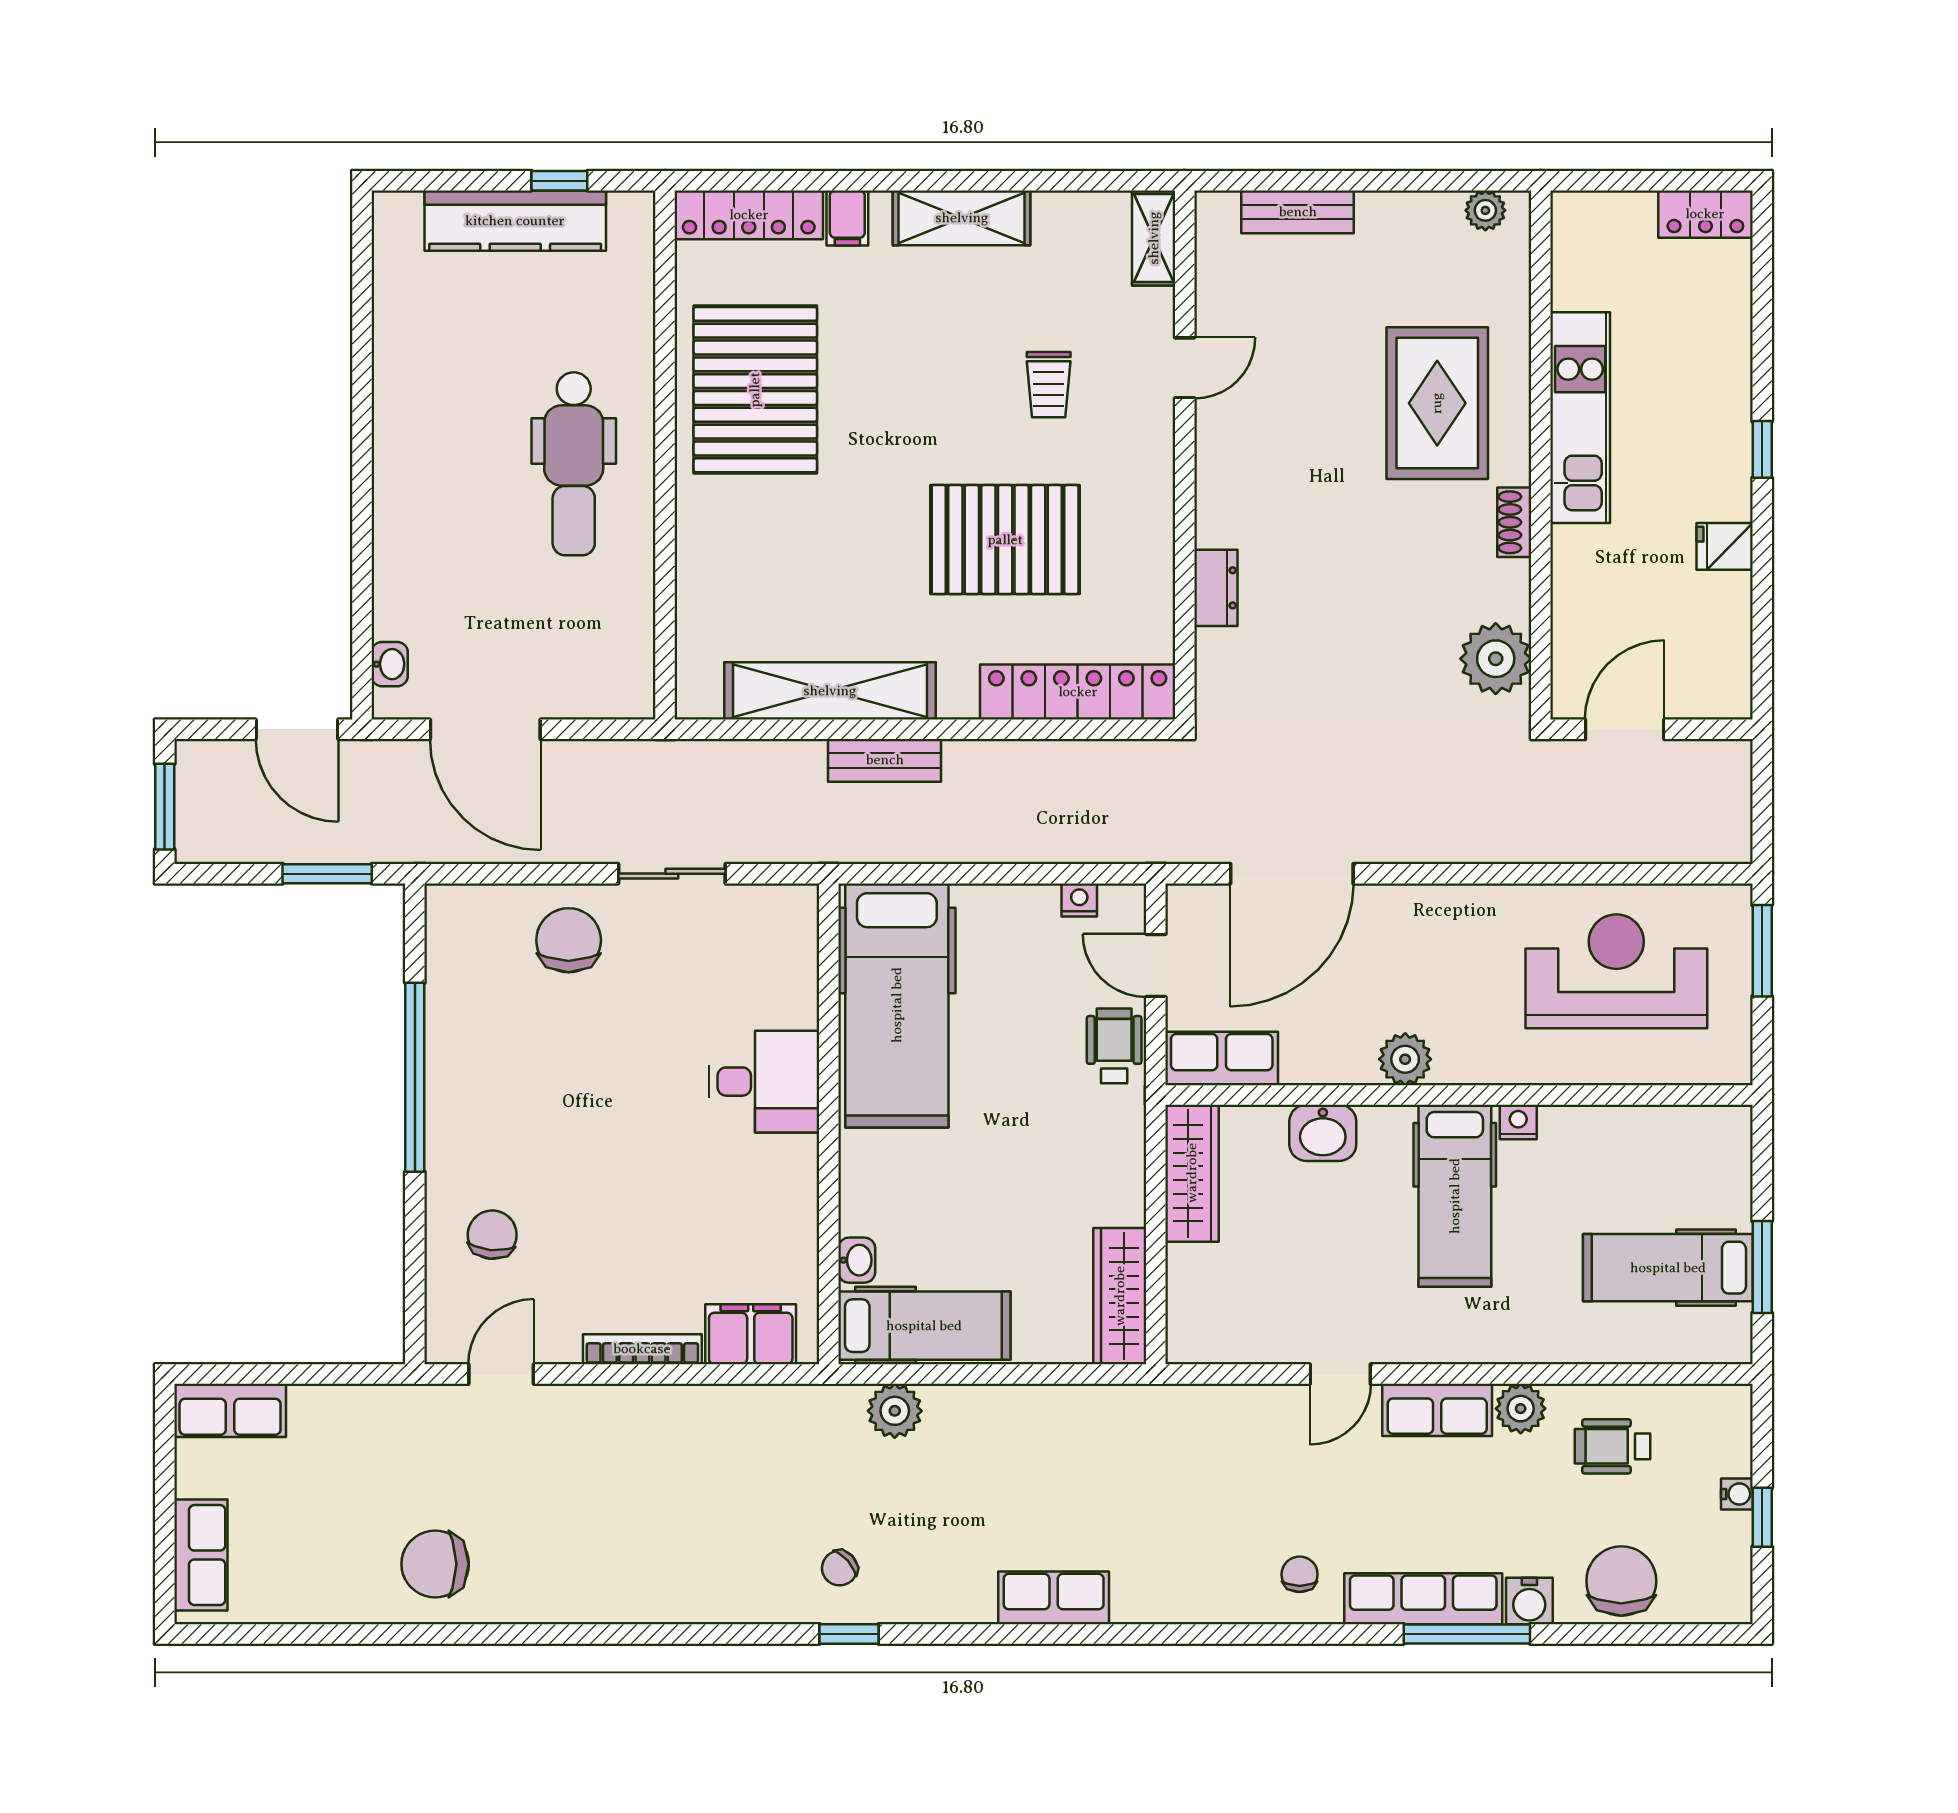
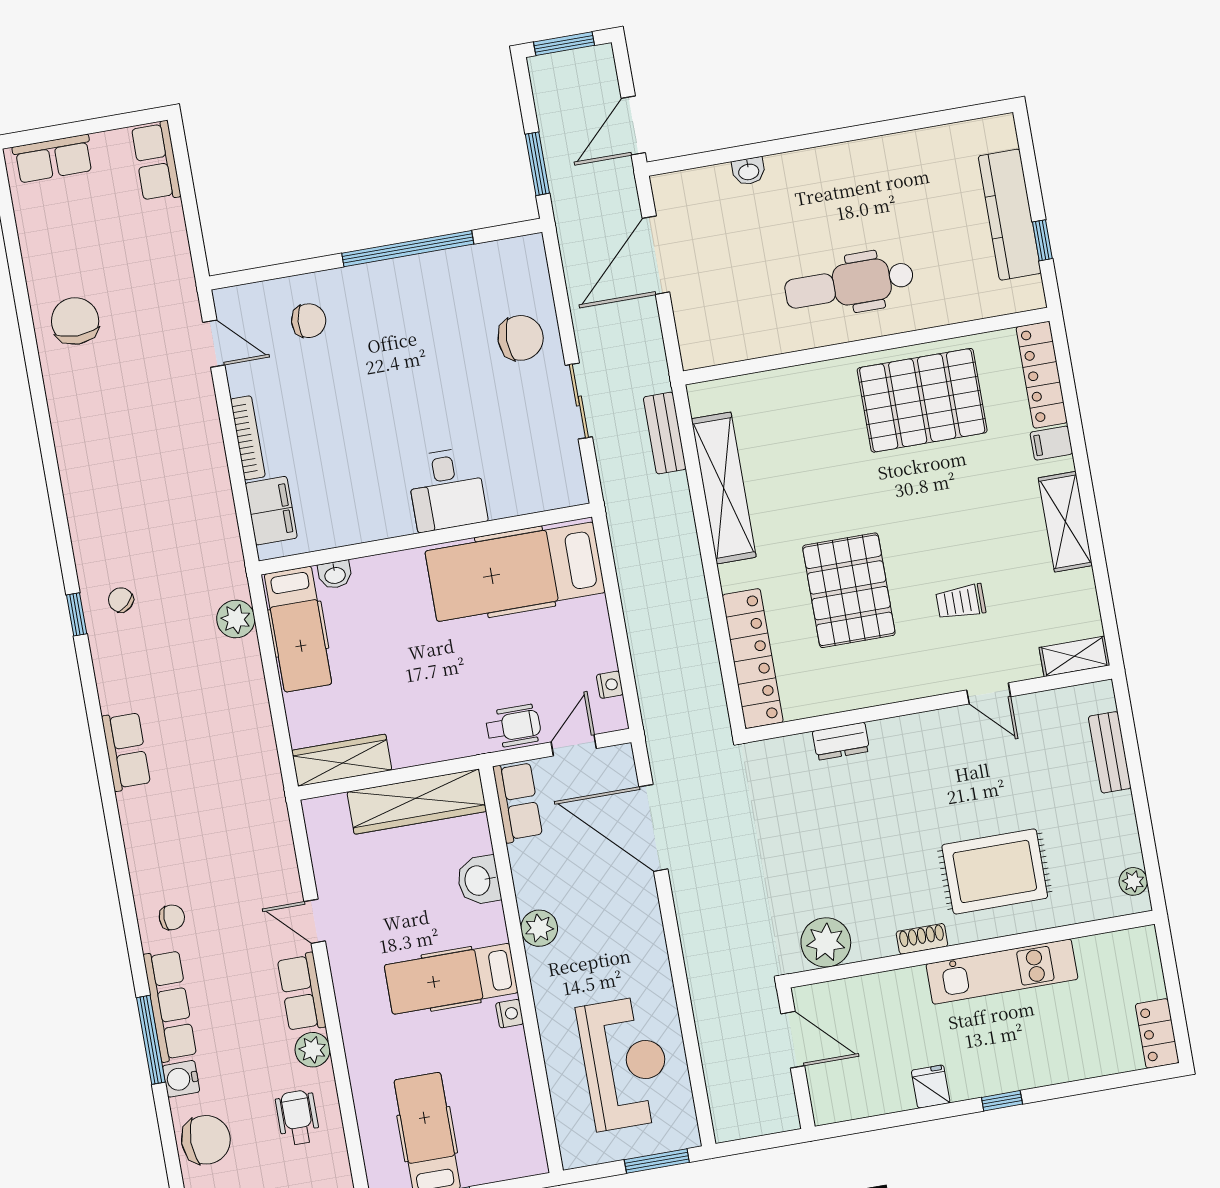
washbasin: (390, 664) -> (749, 171), moved
bench: (885, 760) -> (665, 433), moved
wardrobe: (1192, 1173) -> (417, 802), width x1.40, depth x1.17

